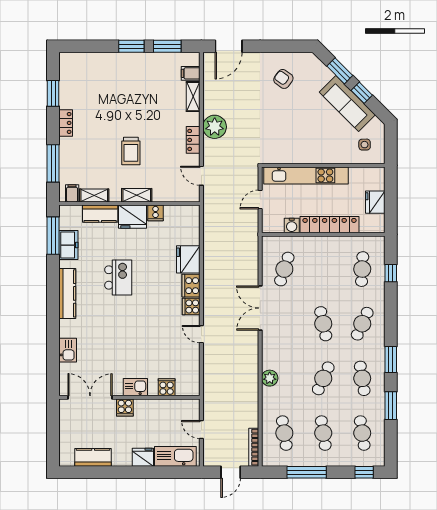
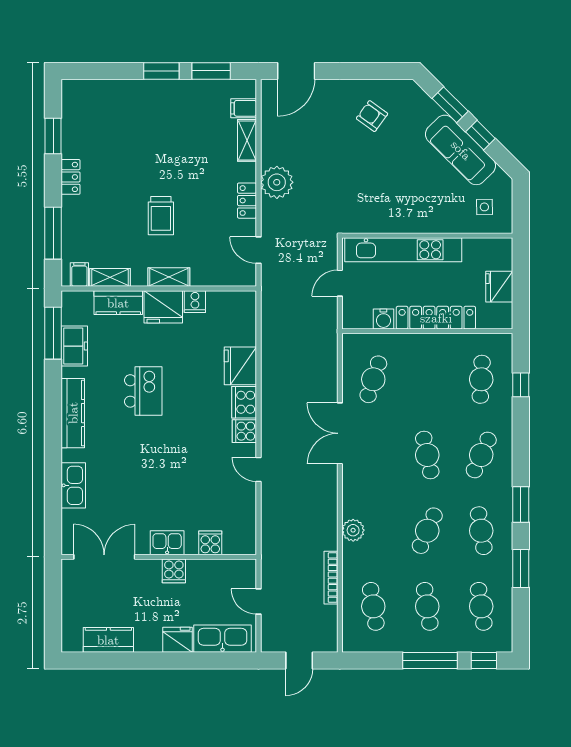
kitchen sink: (68, 350) -> (73, 485), width x1.38
cooker: (125, 407) -> (174, 571), moved
bookcase: (254, 447) -> (331, 578), moved
window: (307, 472) -> (430, 661), moved

